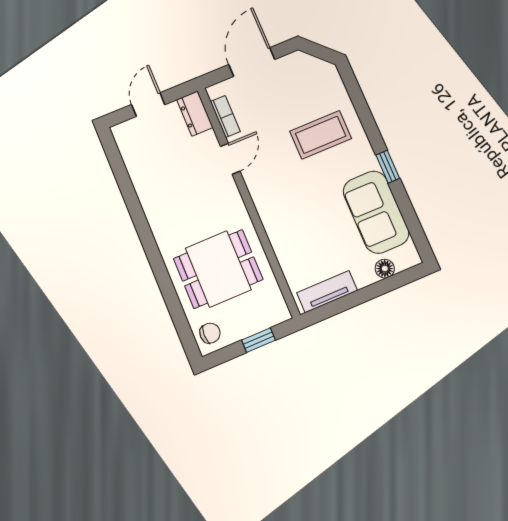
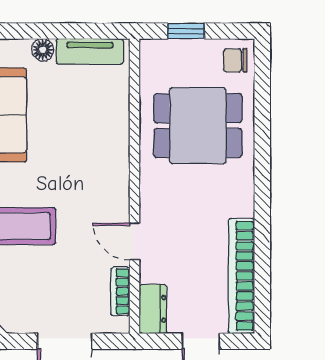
door: (230, 159) -> (134, 241), hinge flipped
bookcase: (137, 167) -> (242, 276), added
floor lamp: (385, 269) -> (43, 50), moved

